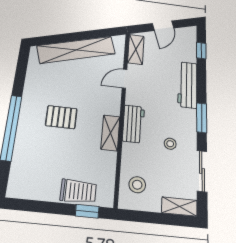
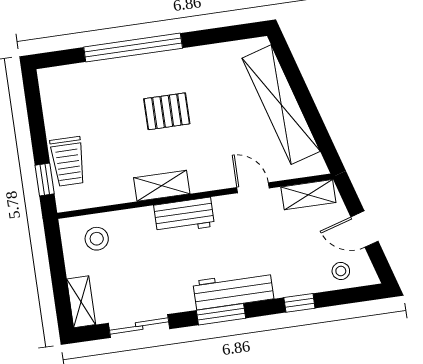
window: (201, 51) -> (299, 303), moved
workbench: (188, 85) -> (233, 290), moved
pallet: (61, 117) -> (167, 111), turned 90
stool: (170, 144) -> (341, 271), moved

